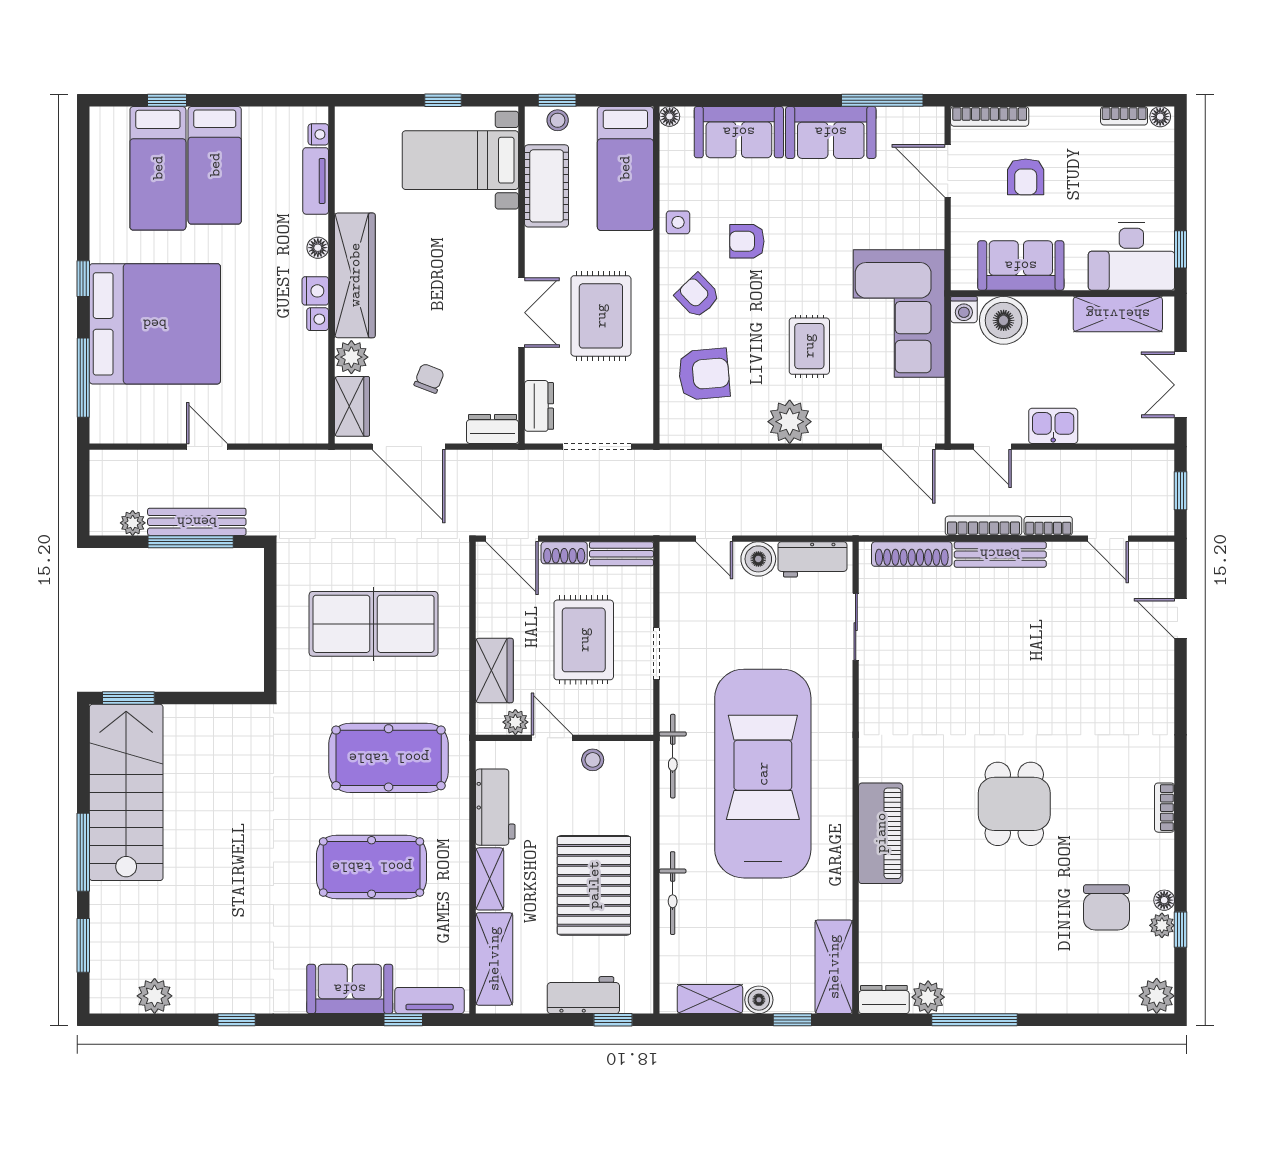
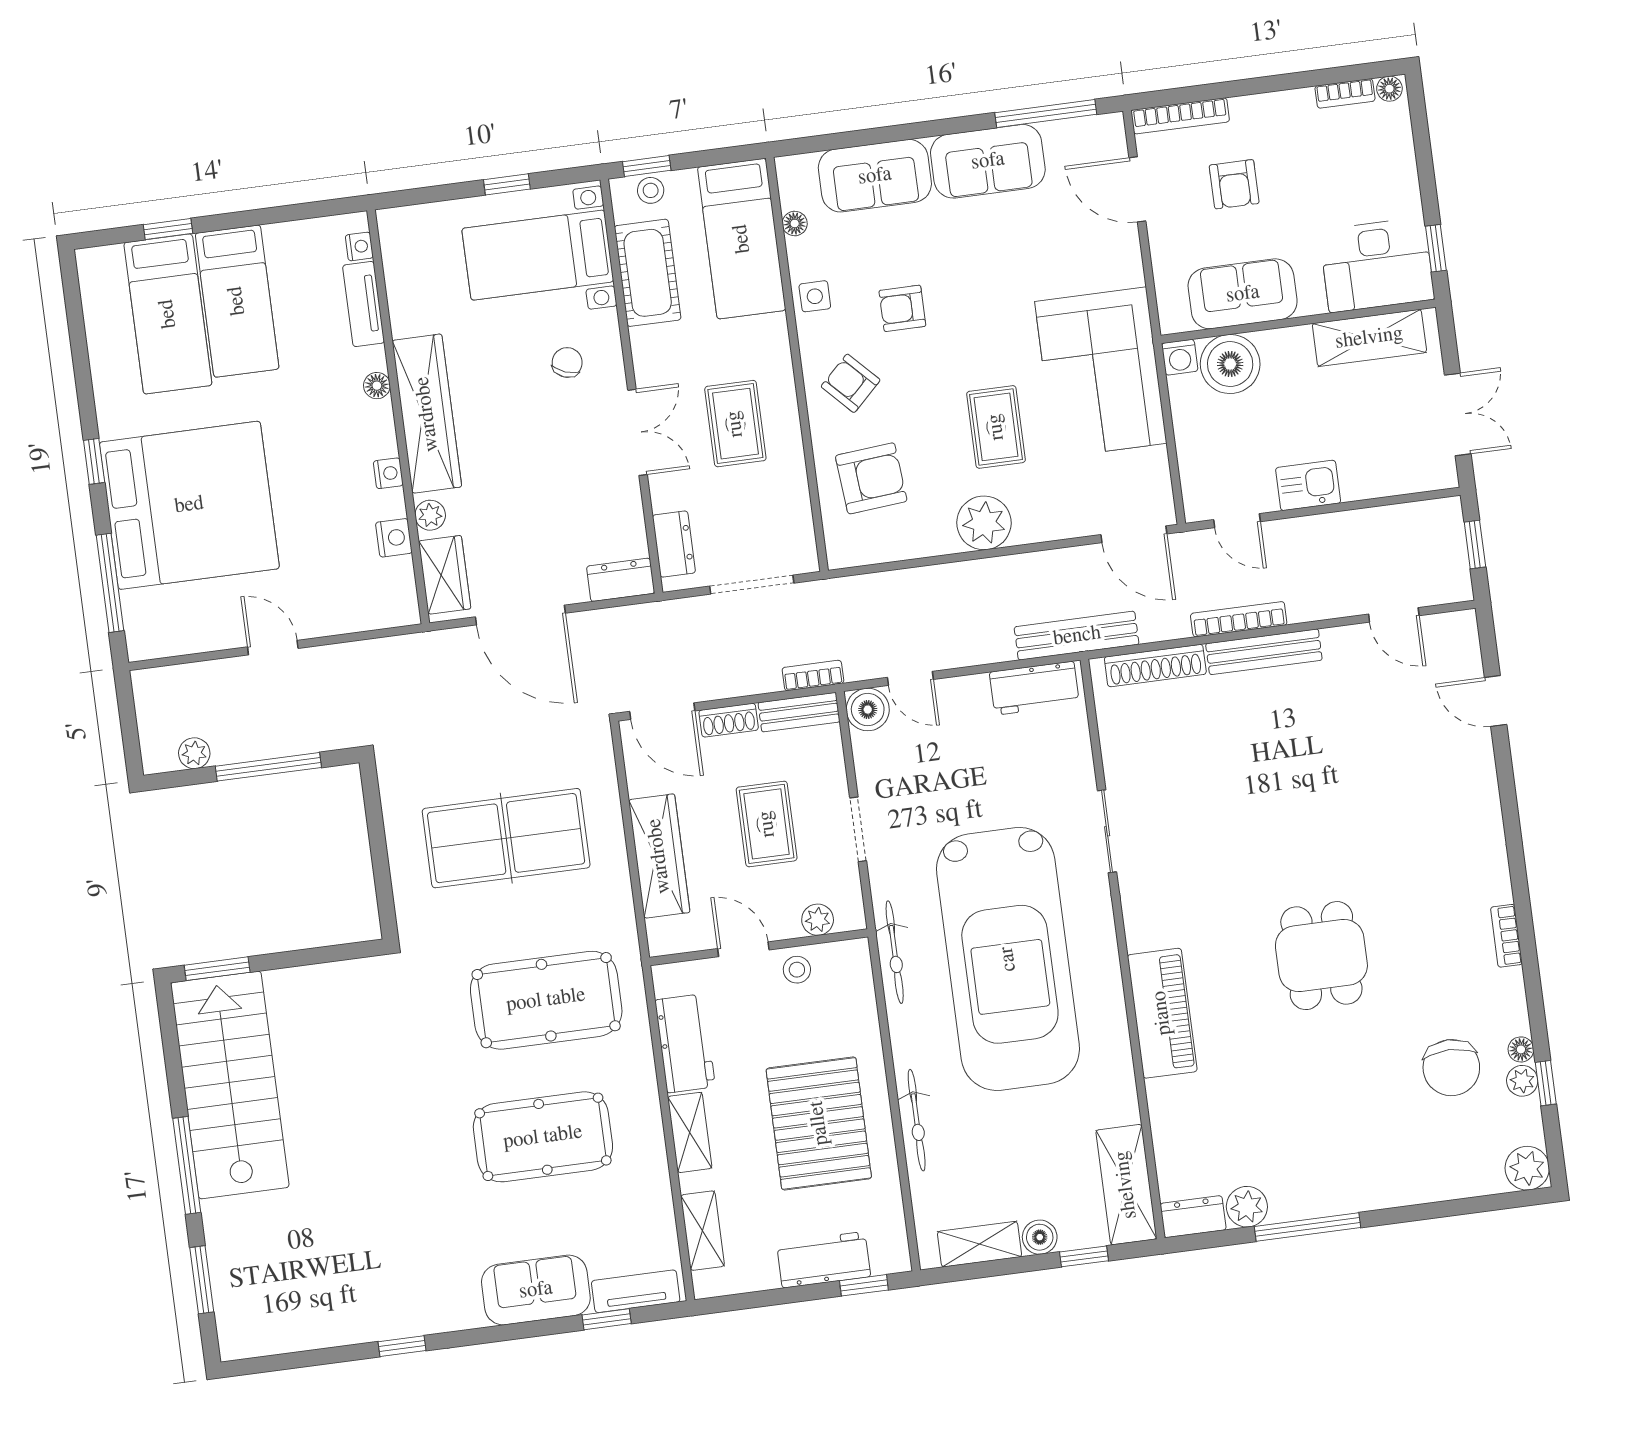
floor lamp: (670, 116) -> (795, 224), moved
nightstand: (315, 291) -> (394, 538), moved
rug: (601, 316) -> (735, 424), width x0.73, depth x0.70
plant: (351, 357) -> (430, 515), width x0.73, depth x0.73
chair: (429, 378) -> (567, 362), moved
double door: (1181, 385) -> (1458, 414), swing flipped
bench: (197, 522) -> (1077, 636), moved
bookcase: (1048, 526) -> (813, 675), moved
boiler: (758, 559) -> (868, 710), moved
sliding door: (856, 627) -> (1107, 831), moved
rug: (584, 640) -> (767, 824), width x0.73, depth x0.70
wardrobe: (494, 670) -> (659, 856), width x1.50
plant: (515, 722) -> (818, 920), moved
car: (763, 774) -> (1008, 959), turned 180
shelving: (494, 959) -> (703, 1231), width x0.67, depth x0.75
plant: (155, 996) -> (297, 1330), removed

